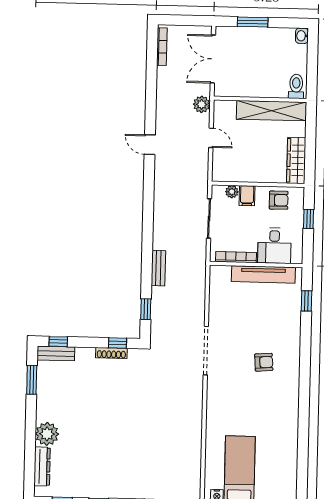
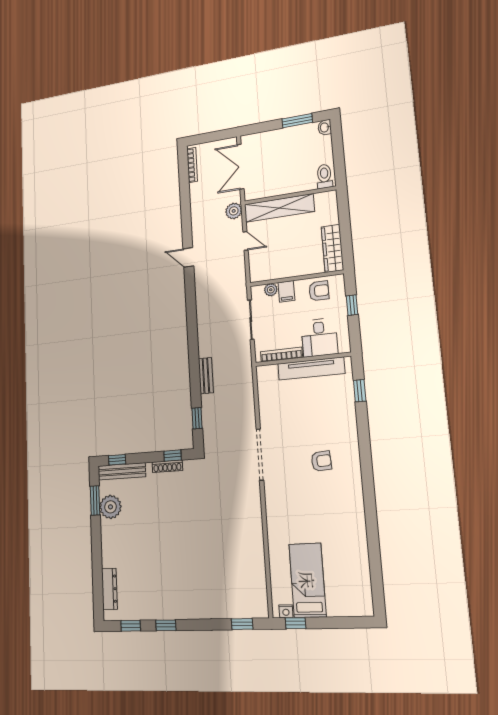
window: (253, 22) -> (297, 121), moved
shelving: (271, 111) -> (279, 208), moved
bench: (56, 353) -> (122, 471), width x1.36
plant: (47, 434) -> (110, 507), moved

